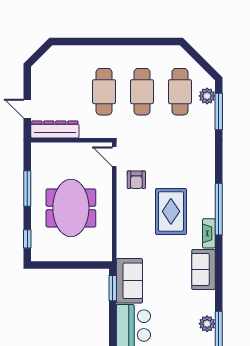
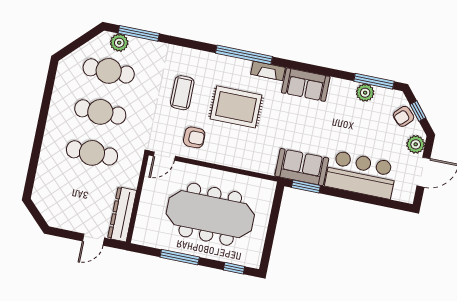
coffee table: (174, 161) -> (182, 93), added
meeting table: (71, 208) -> (210, 214), width x1.36

